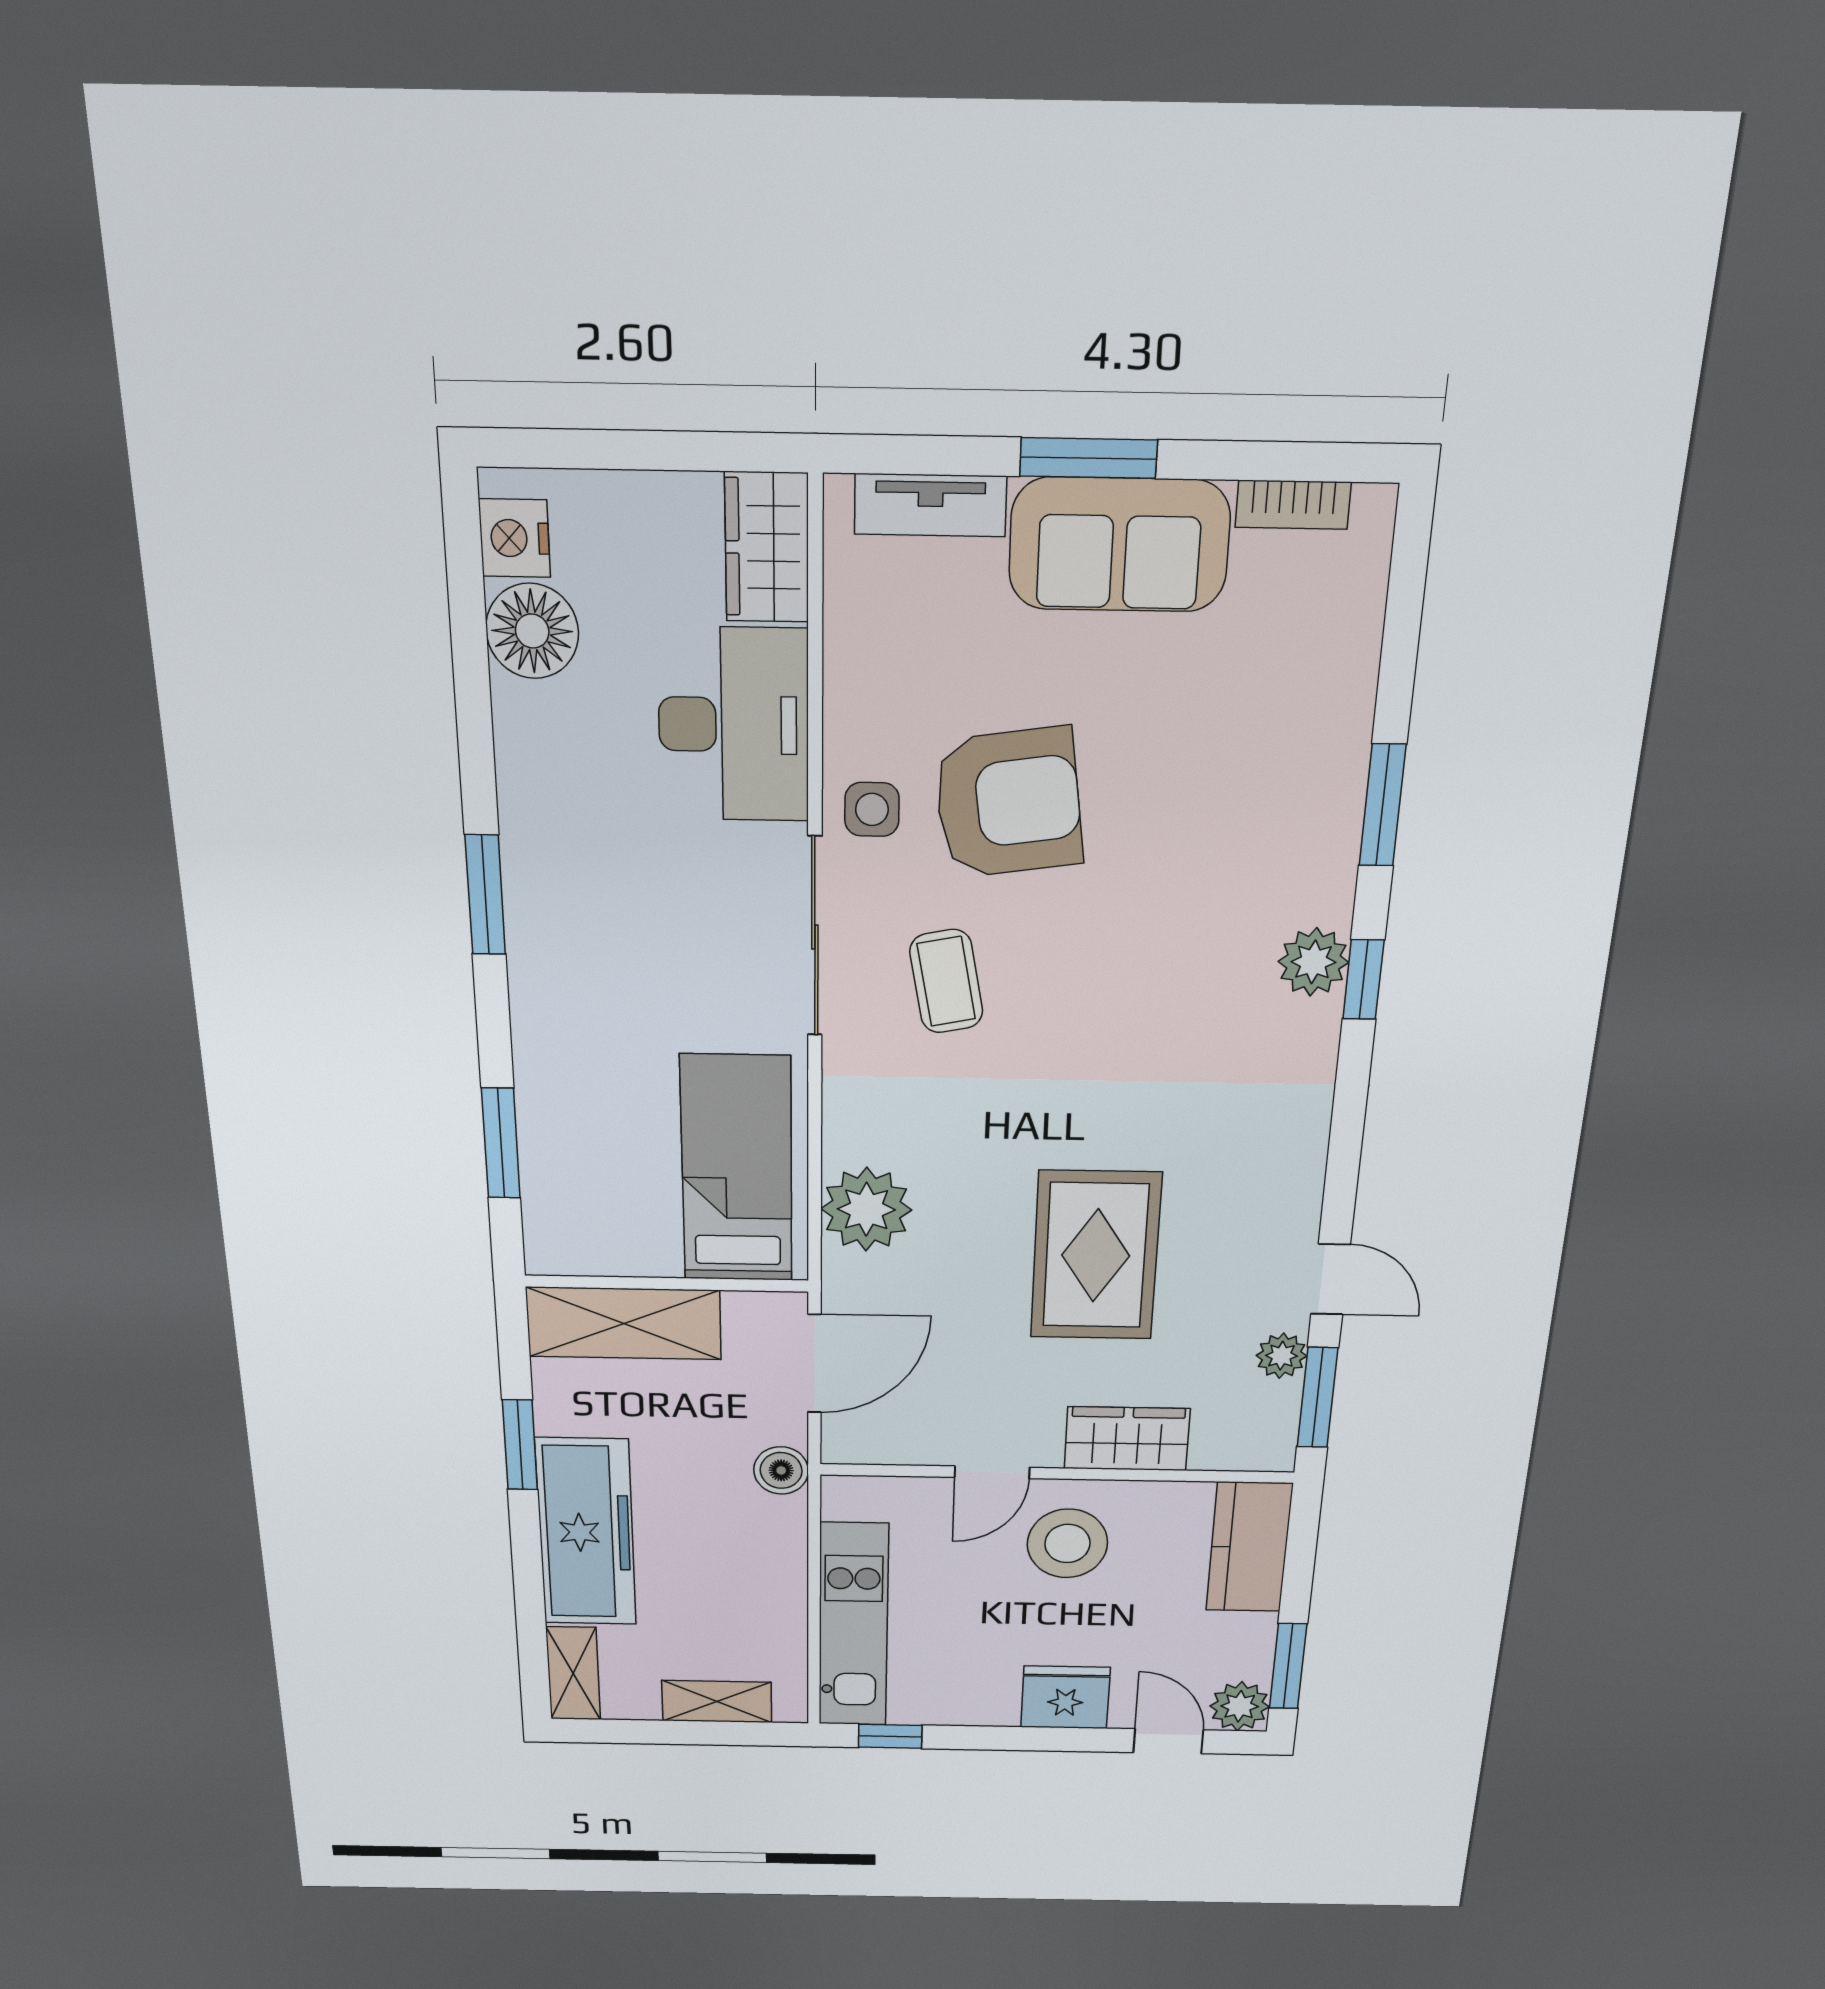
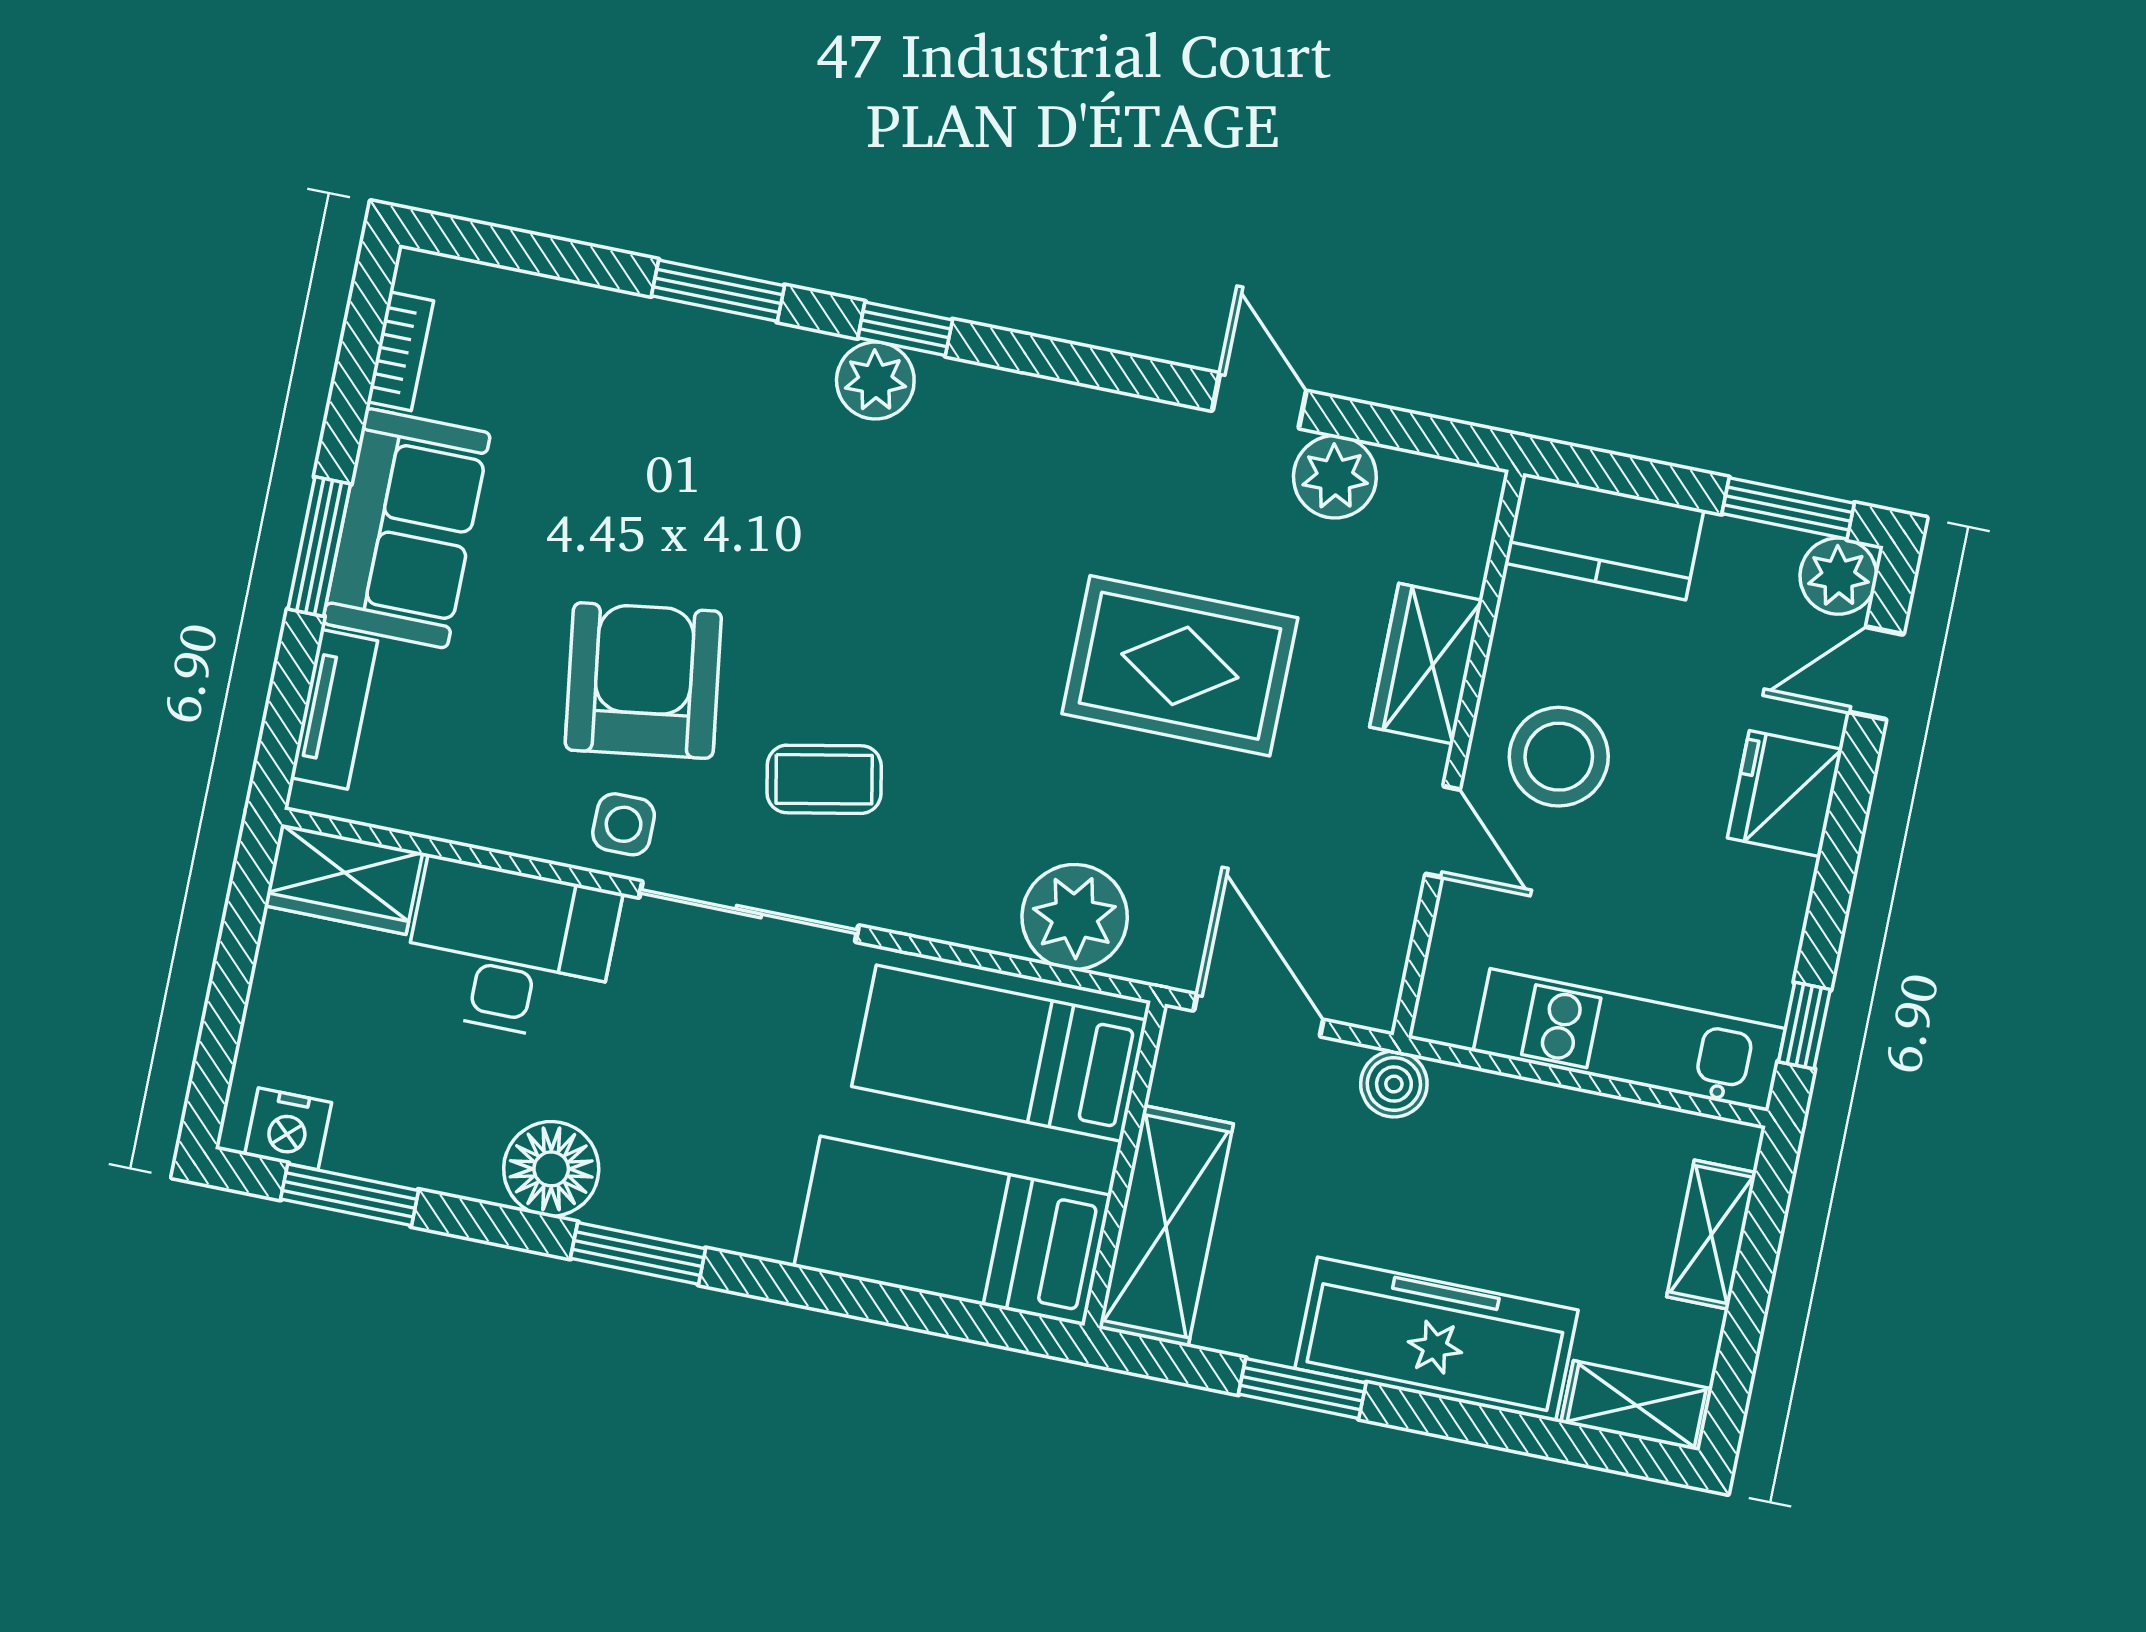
floor lamp: (532, 631) -> (551, 1169), moved
window: (501, 1143) -> (350, 1195), moved
bed: (576, 1158) -> (952, 1231), added
door: (1330, 1279) -> (1259, 401), hinge flipped
plant: (1281, 1356) -> (1335, 477), width x1.38, depth x1.38
window: (1318, 1398) -> (1412, 432), removed

